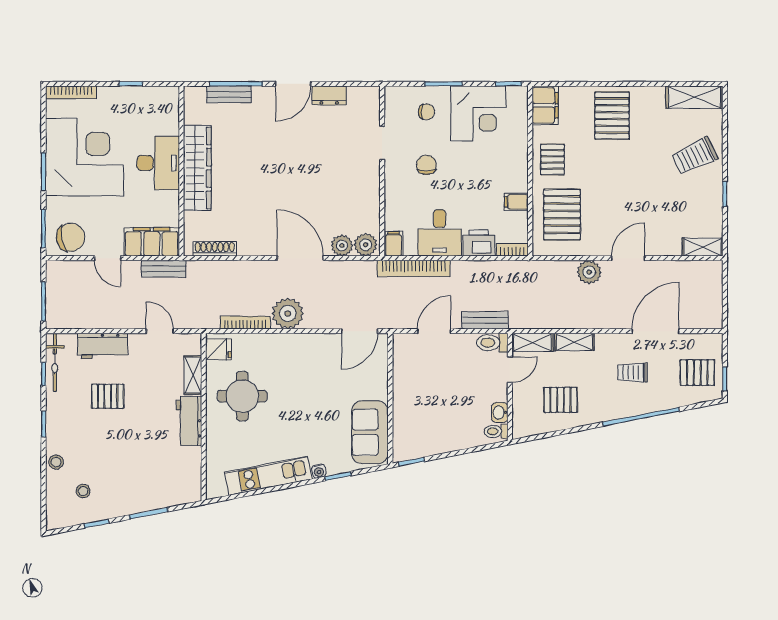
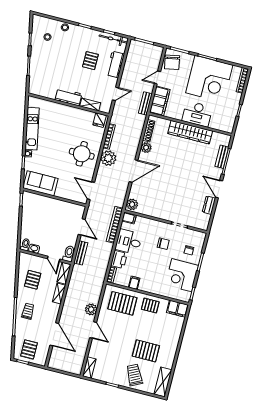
pallet: (612, 116) -> (146, 351), moved
plant: (342, 246) -> (146, 148), moved
trolley: (633, 372) -> (28, 311), moved
round table: (242, 396) -> (82, 154), moved

